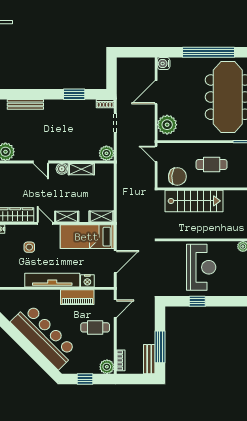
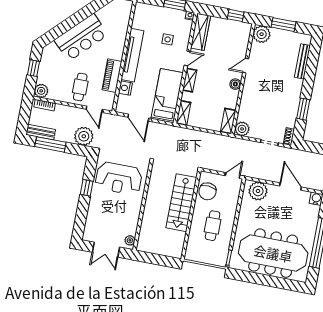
shelving: (81, 169) -> (228, 121), moved
reception desk: (201, 267) -> (119, 178), moved
plant: (145, 314) -> (84, 136), added
bar counter: (44, 336) -> (81, 37), width x0.73

